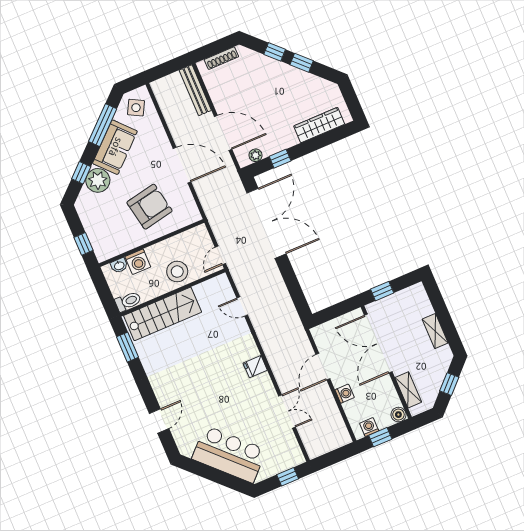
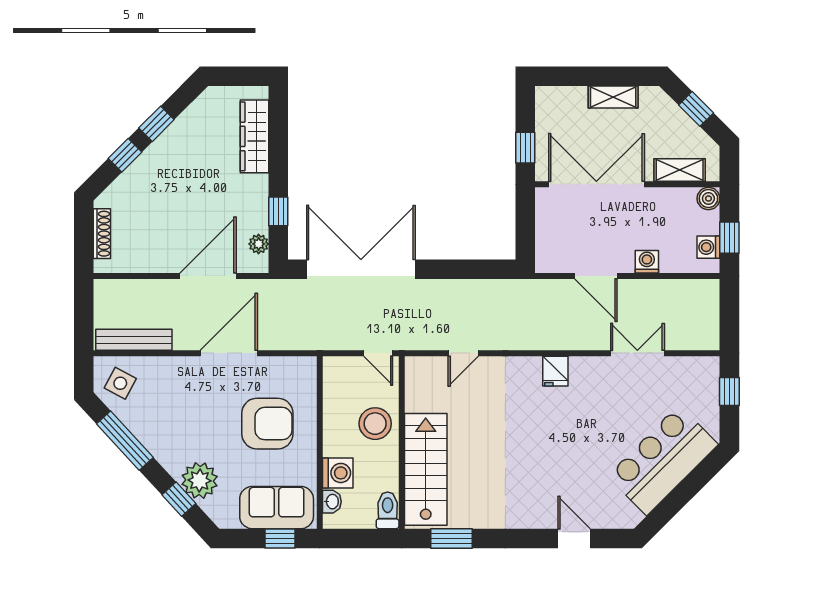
bench: (195, 90) -> (134, 340), moved
sofa: (115, 147) -> (277, 508), moved, turned -47
armchair: (150, 207) -> (267, 424), turned 101
double door: (378, 343) -> (596, 184), swing flipped

